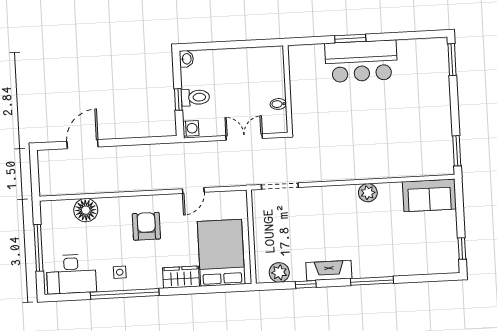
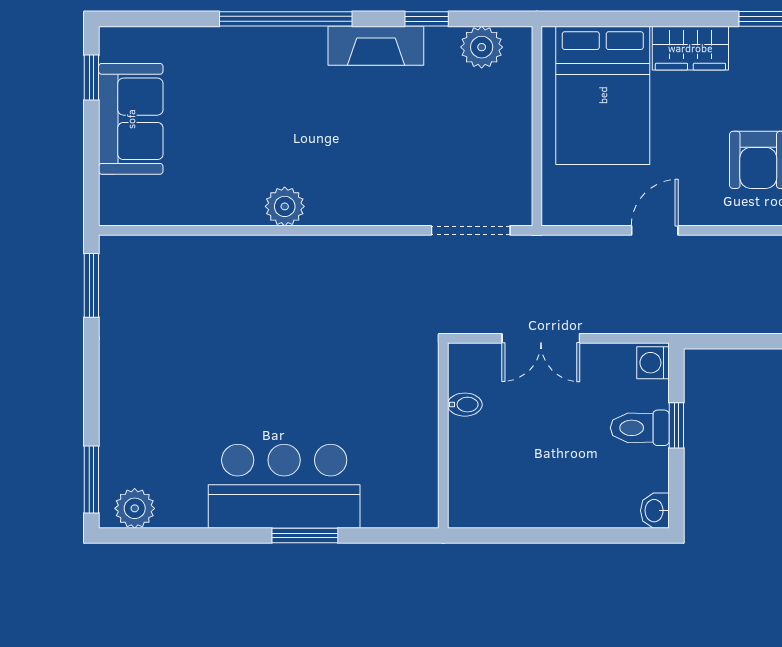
plant: (431, 47) -> (135, 508), added
sofa: (429, 195) -> (131, 119), moved, turned 90
window: (372, 281) -> (286, 19), width x1.46

